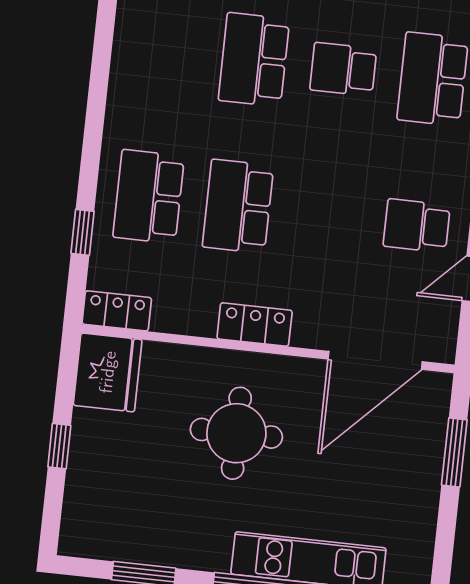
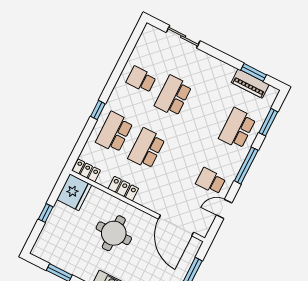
school desk: (343, 69) -> (141, 80), moved
window: (83, 232) -> (98, 110), moved
locker: (255, 325) -> (123, 189), moved
door: (375, 360) -> (176, 226), hinge flipped

